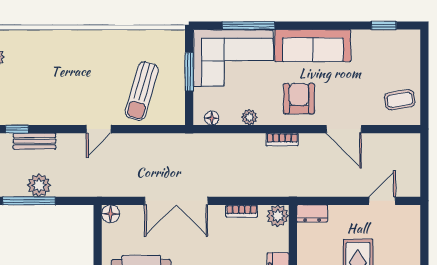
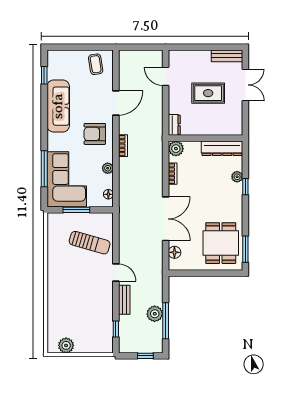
sofa: (313, 46) -> (58, 106), moved
bench: (34, 141) -> (124, 300), moved
floor lamp: (111, 214) -> (174, 252), moved

